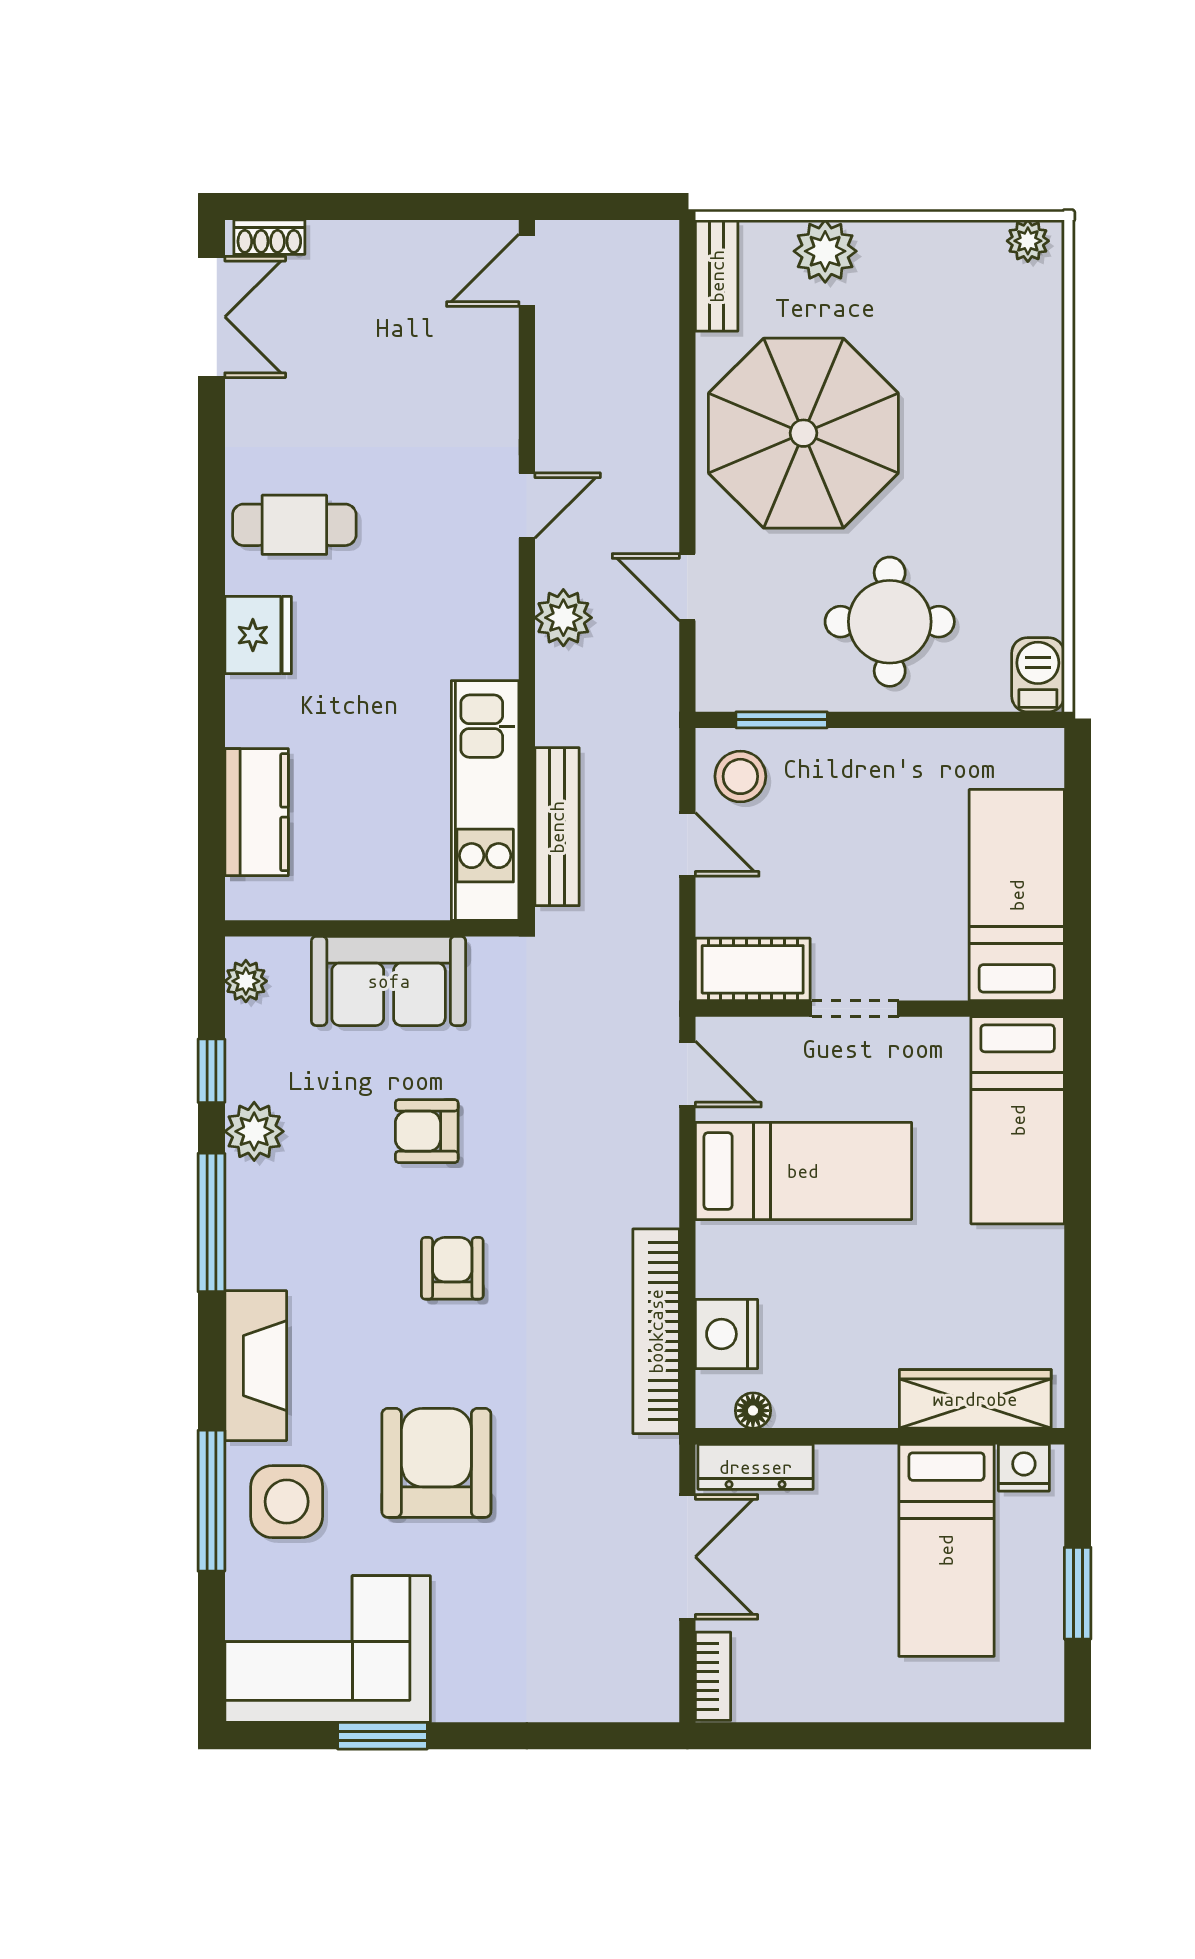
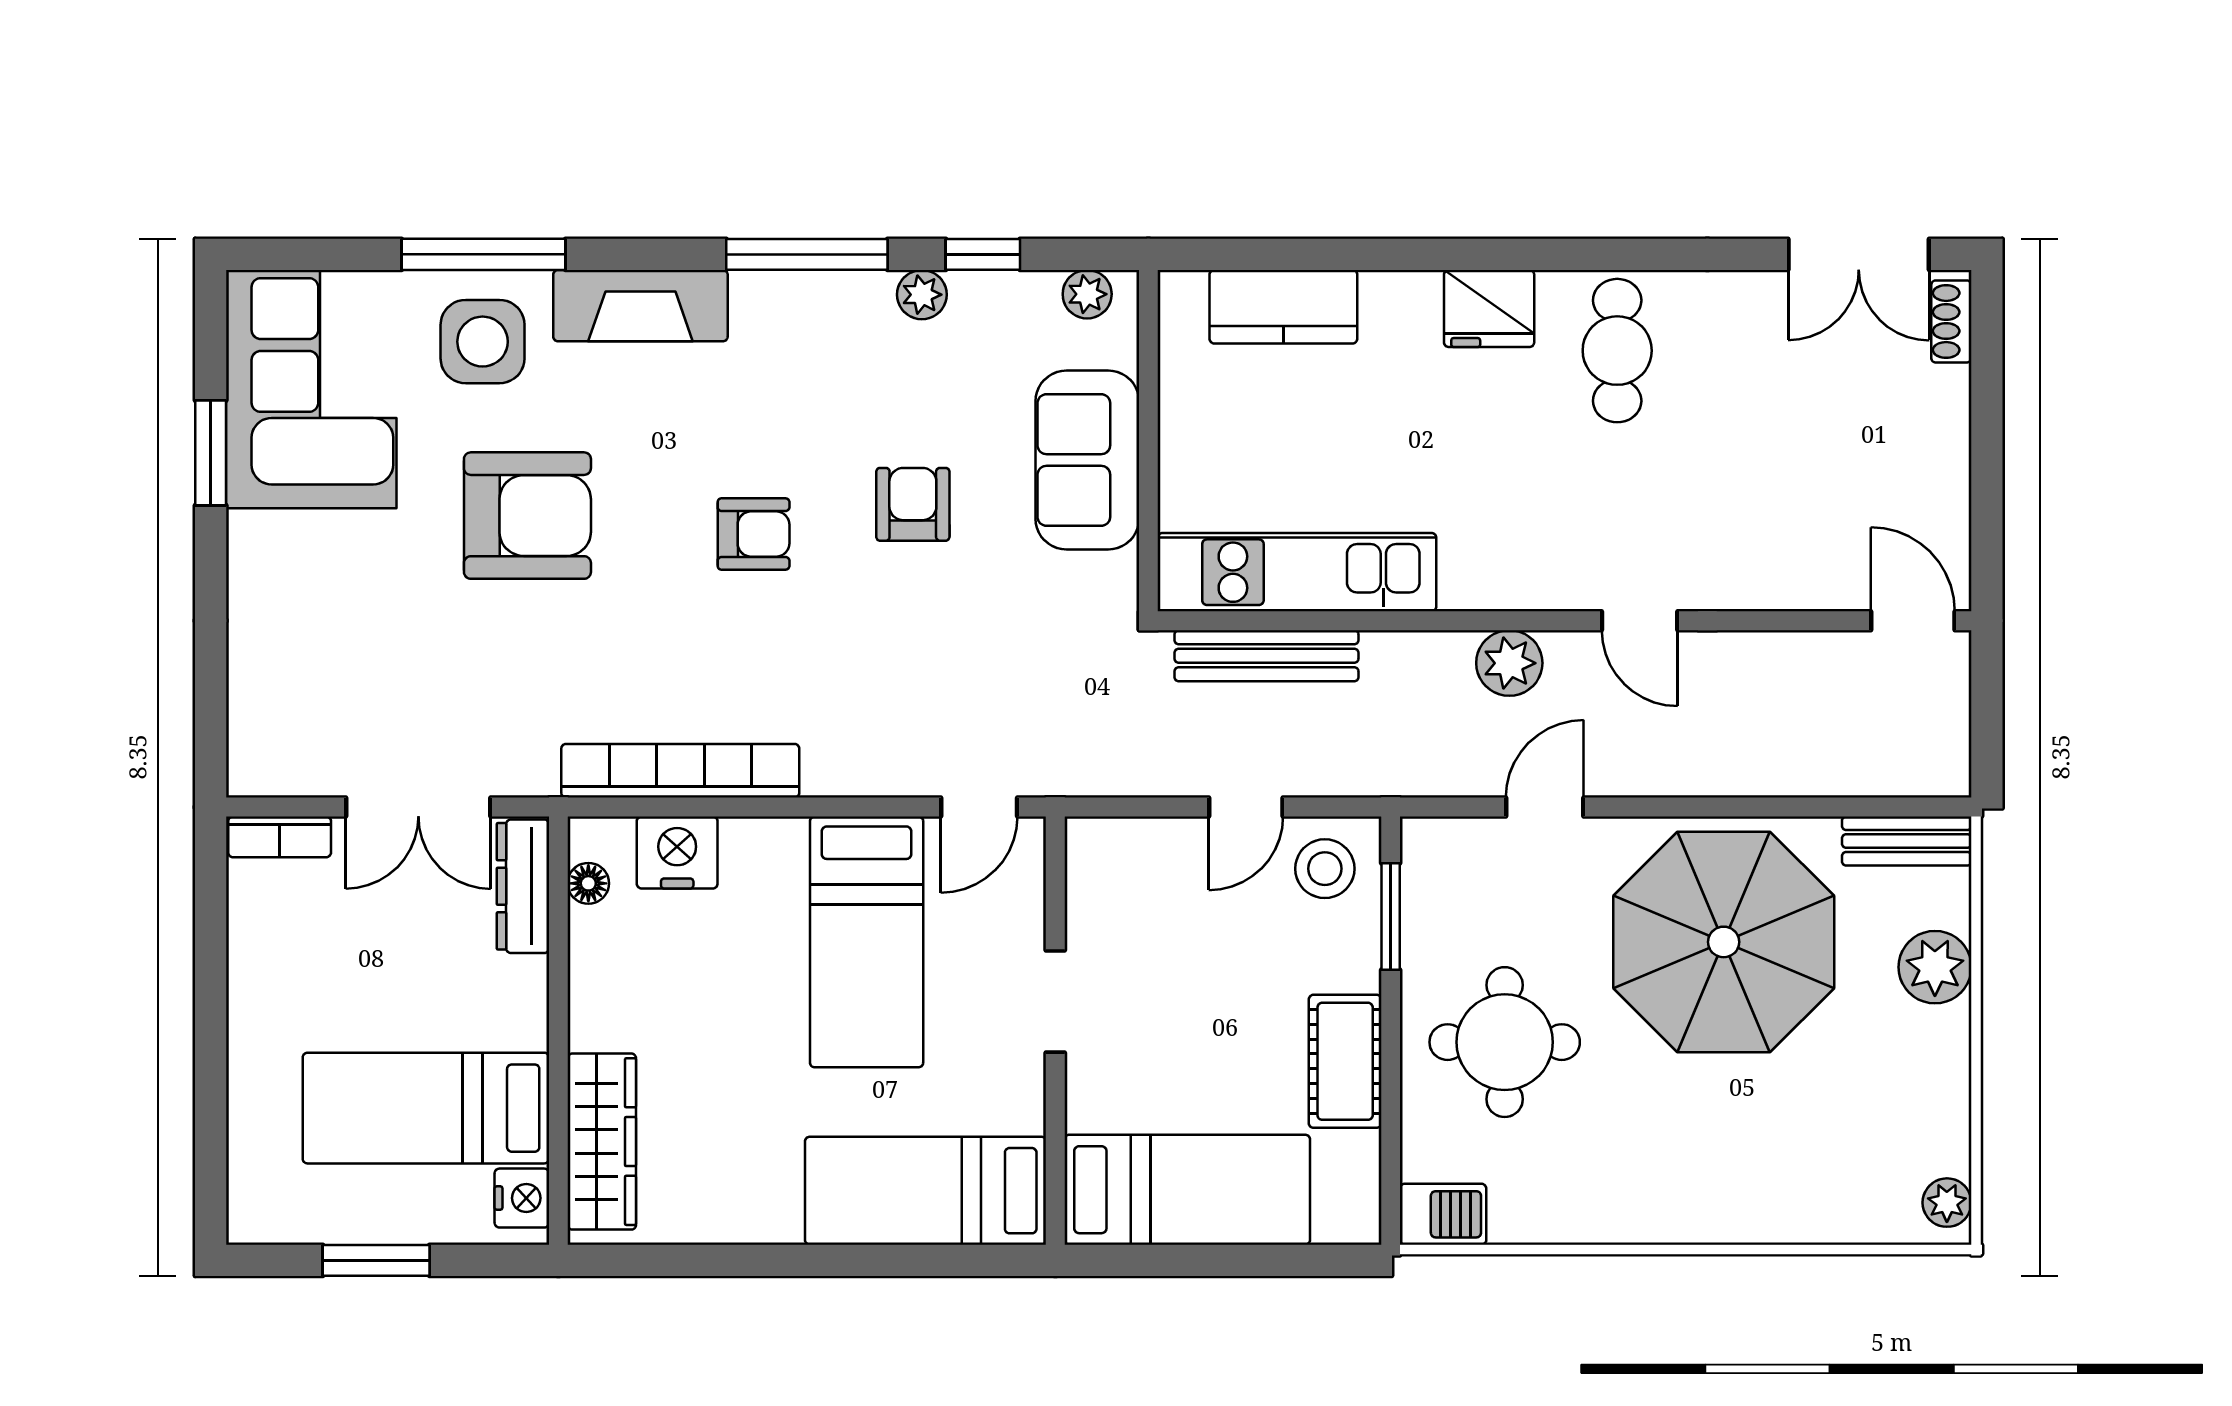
cot: (753, 969) -> (1345, 1061), moved
plant: (254, 1131) -> (922, 295), width x0.73, depth x0.73

